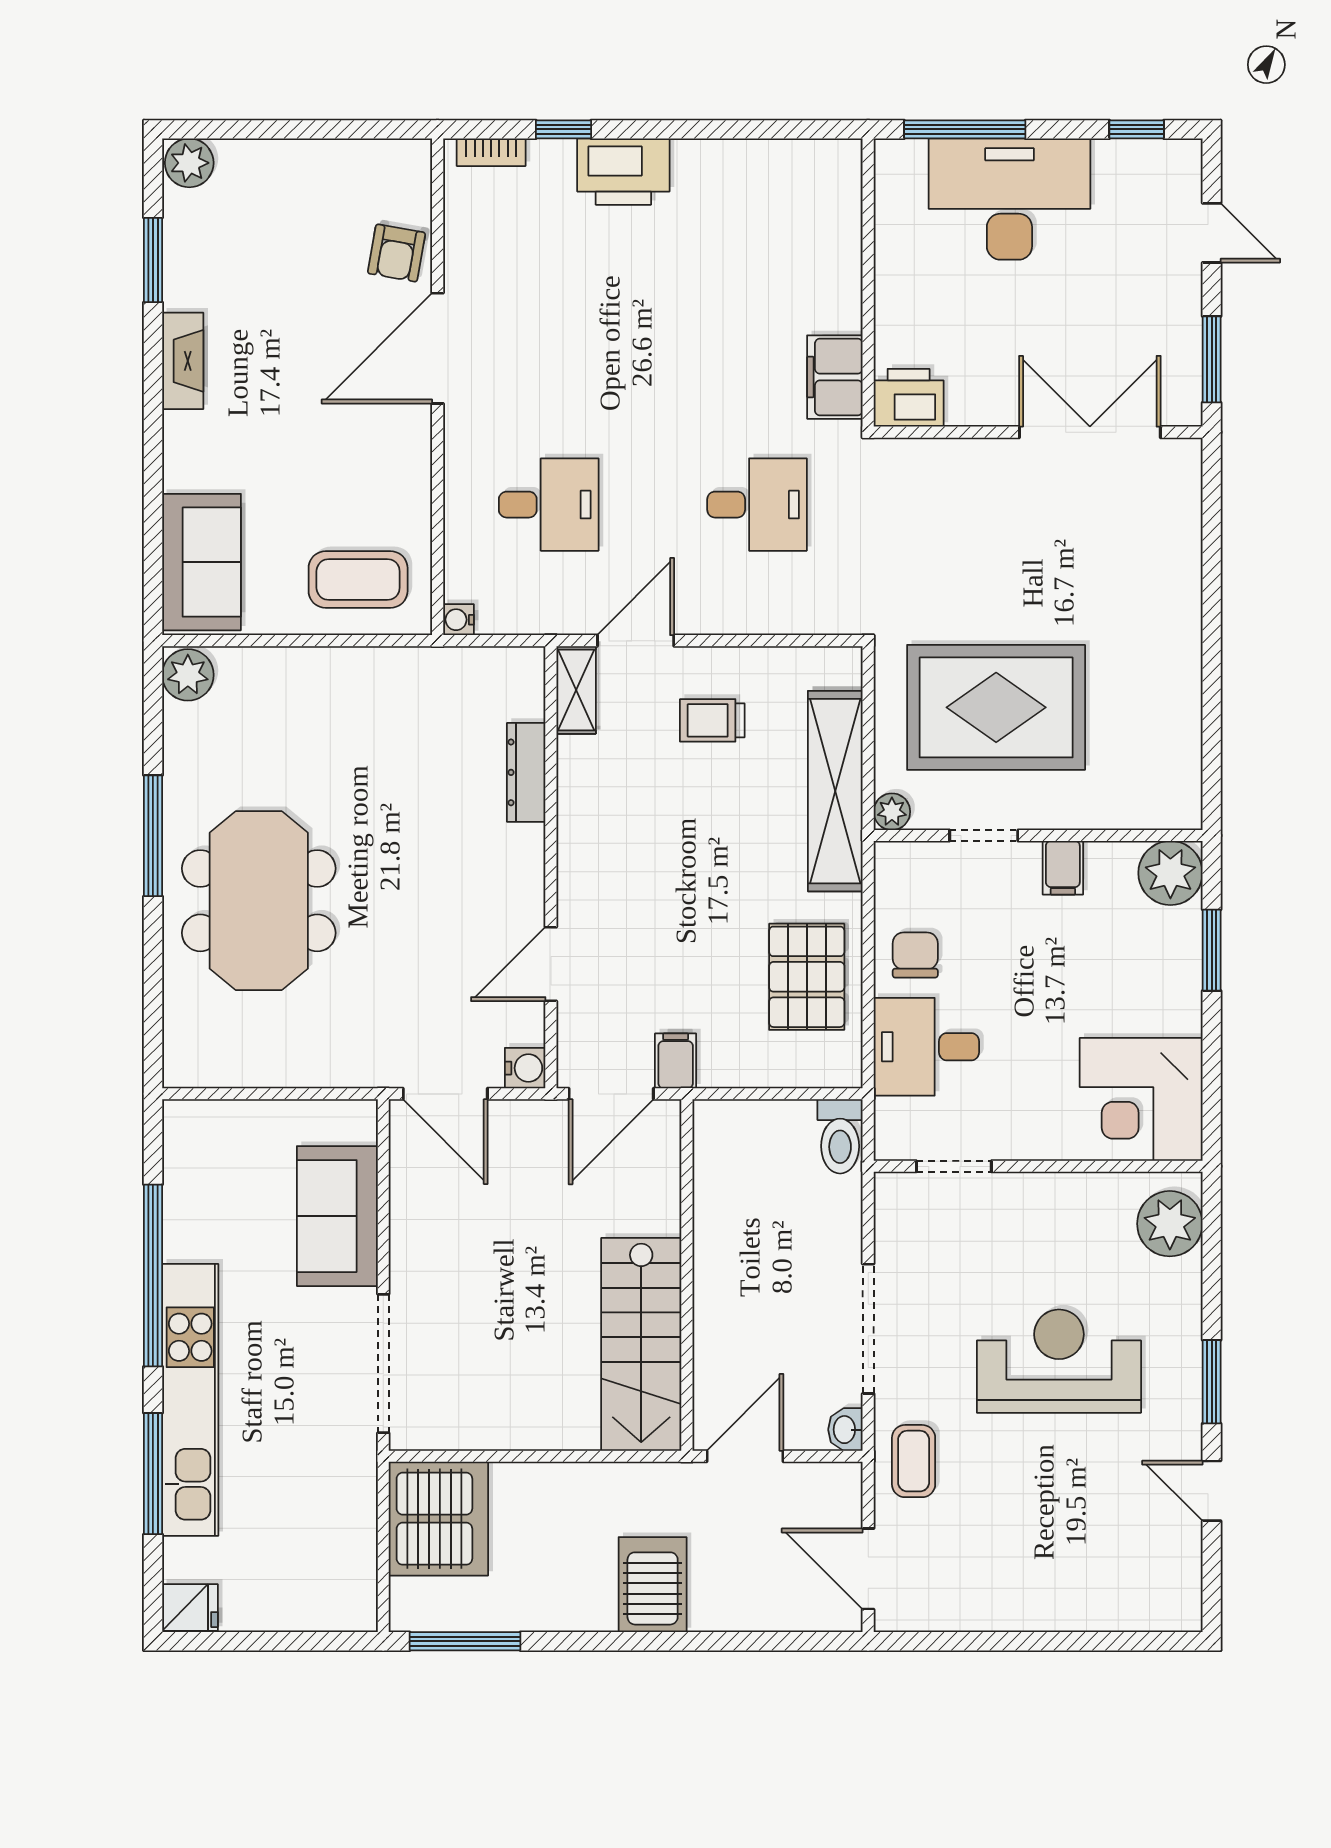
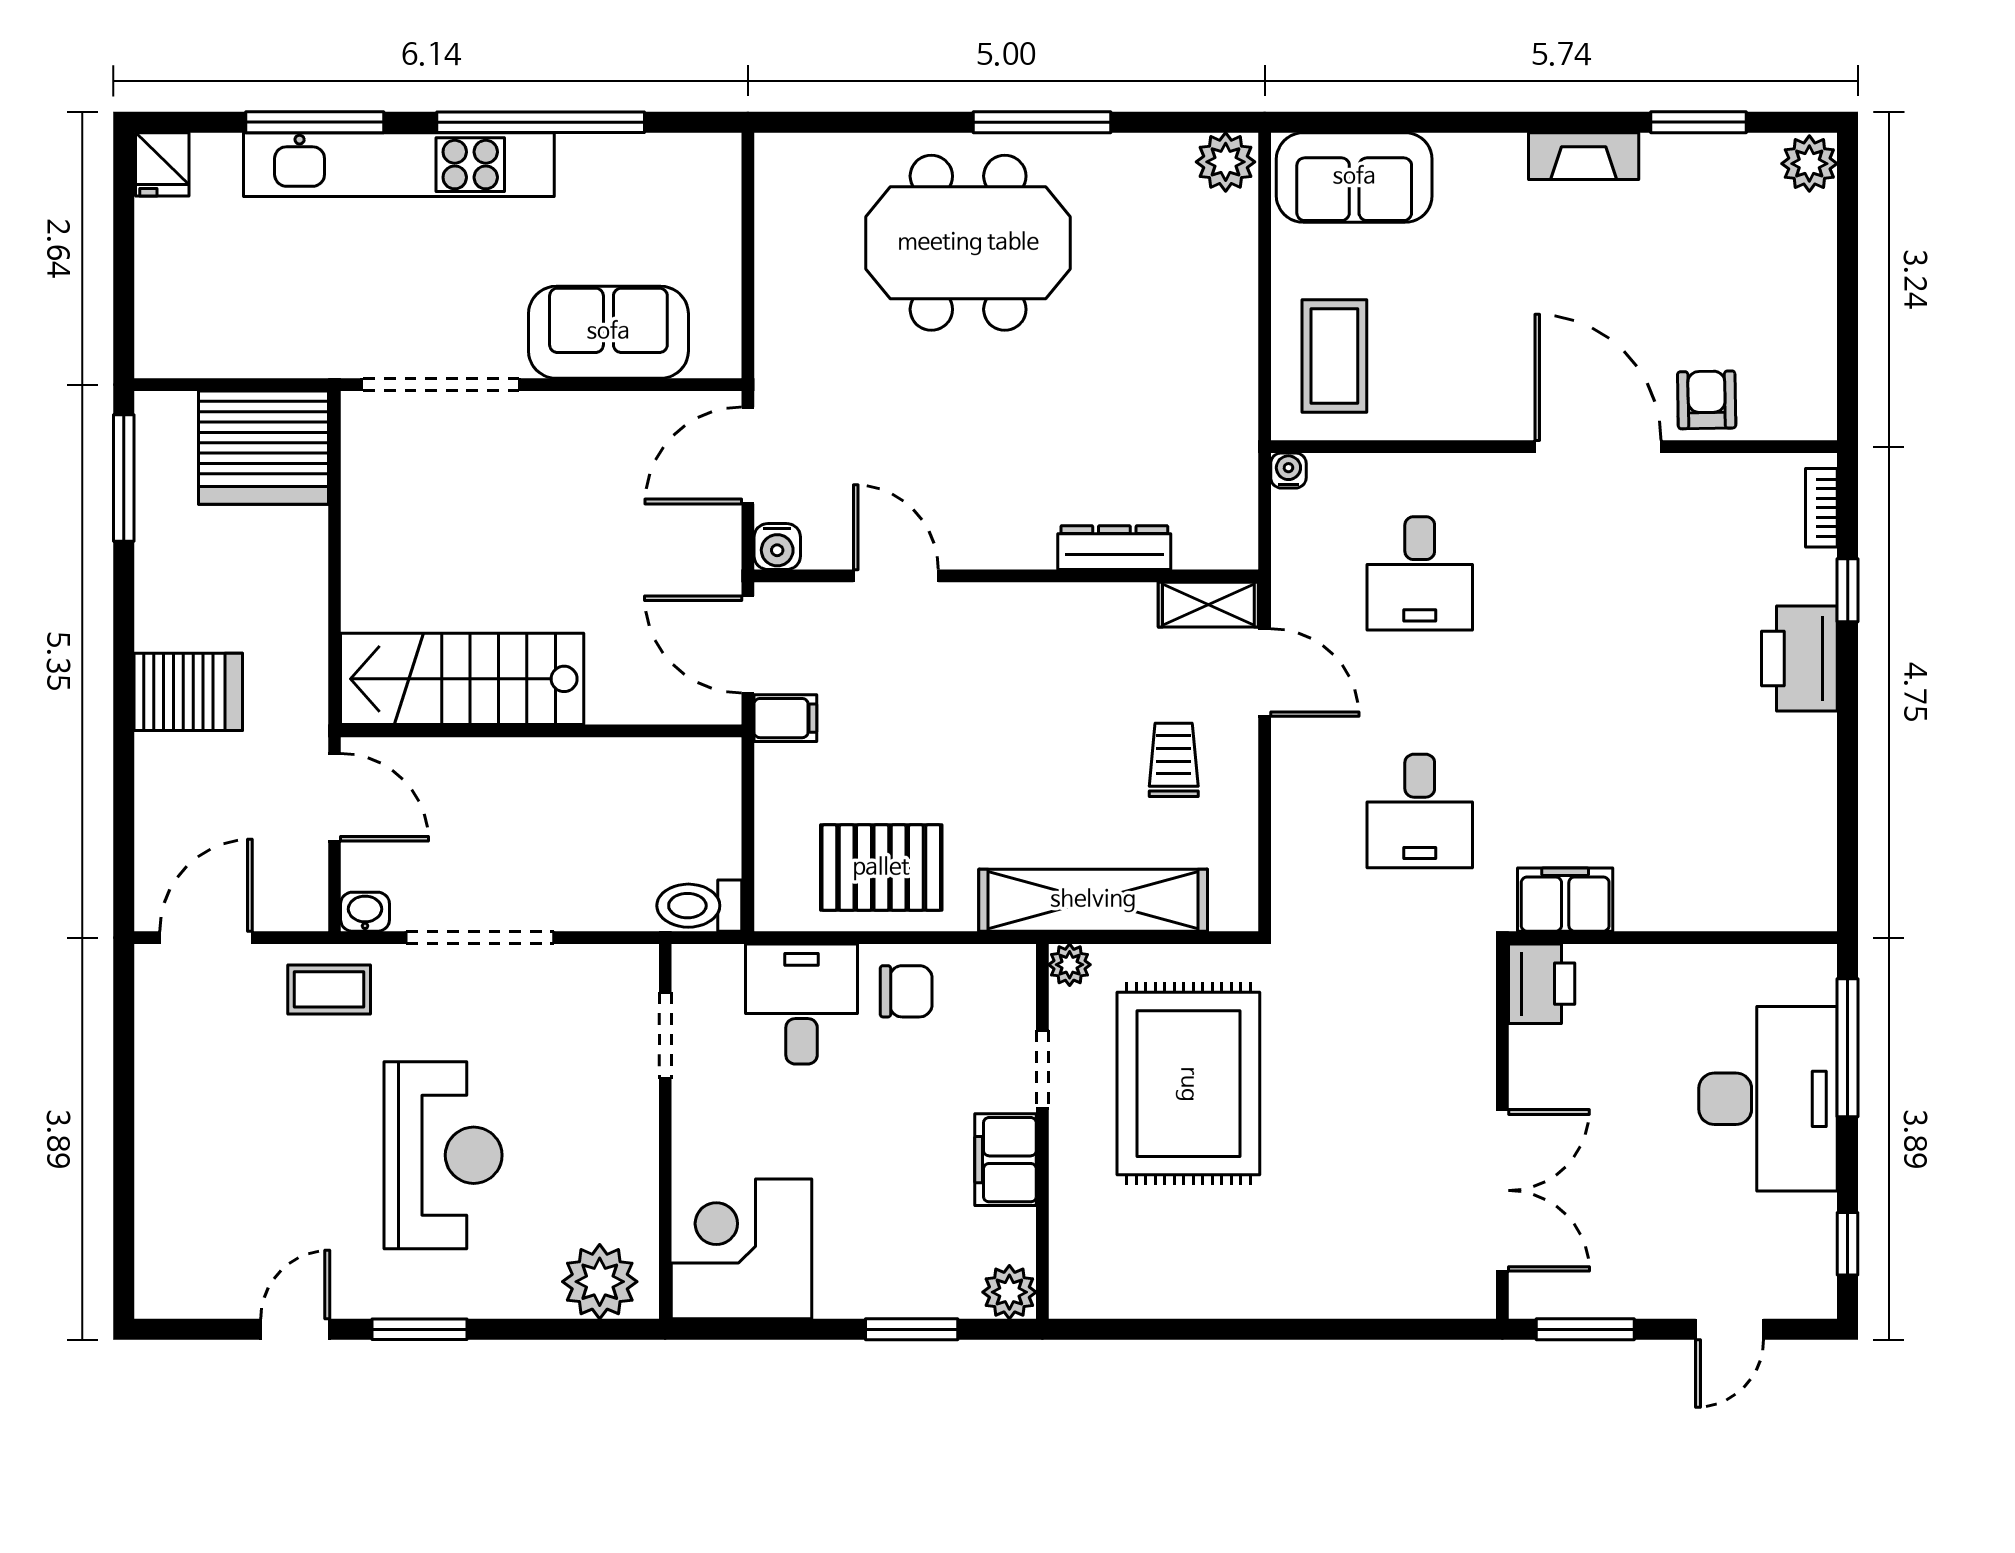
armchair: (396, 253) -> (1707, 400), turned 79
filing cabinet: (1063, 868) -> (1006, 1160), width x2.00
plant: (1170, 873) -> (1009, 1292), width x0.73, depth x0.73

